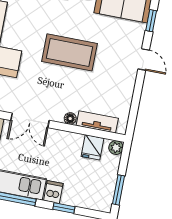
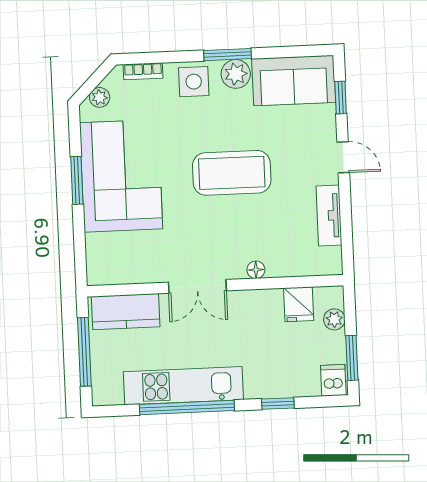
tv unit: (97, 122) -> (329, 215), moved, turned -90
plant: (116, 148) -> (334, 319), moved
dishwasher: (53, 192) -> (333, 380), moved

